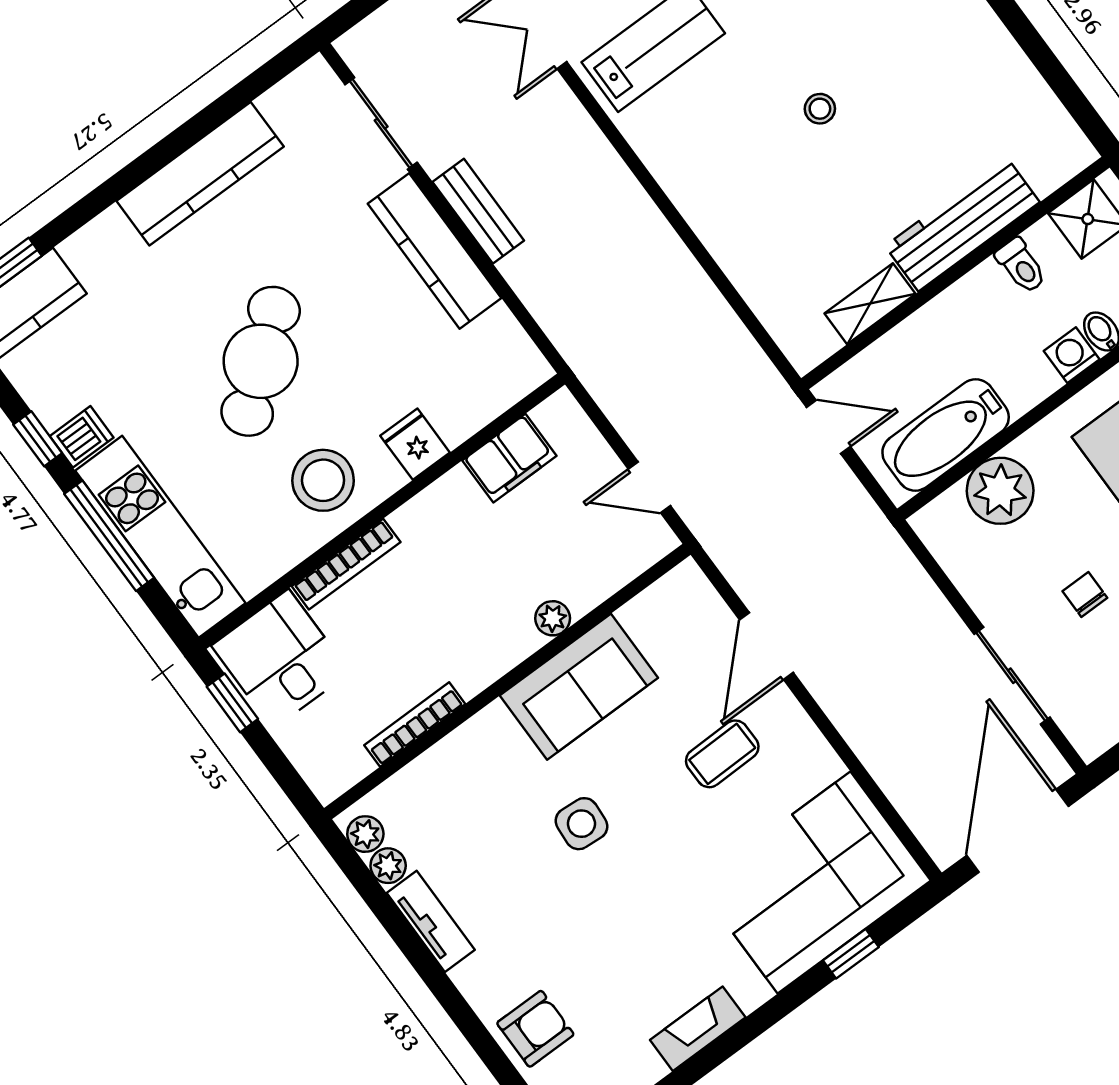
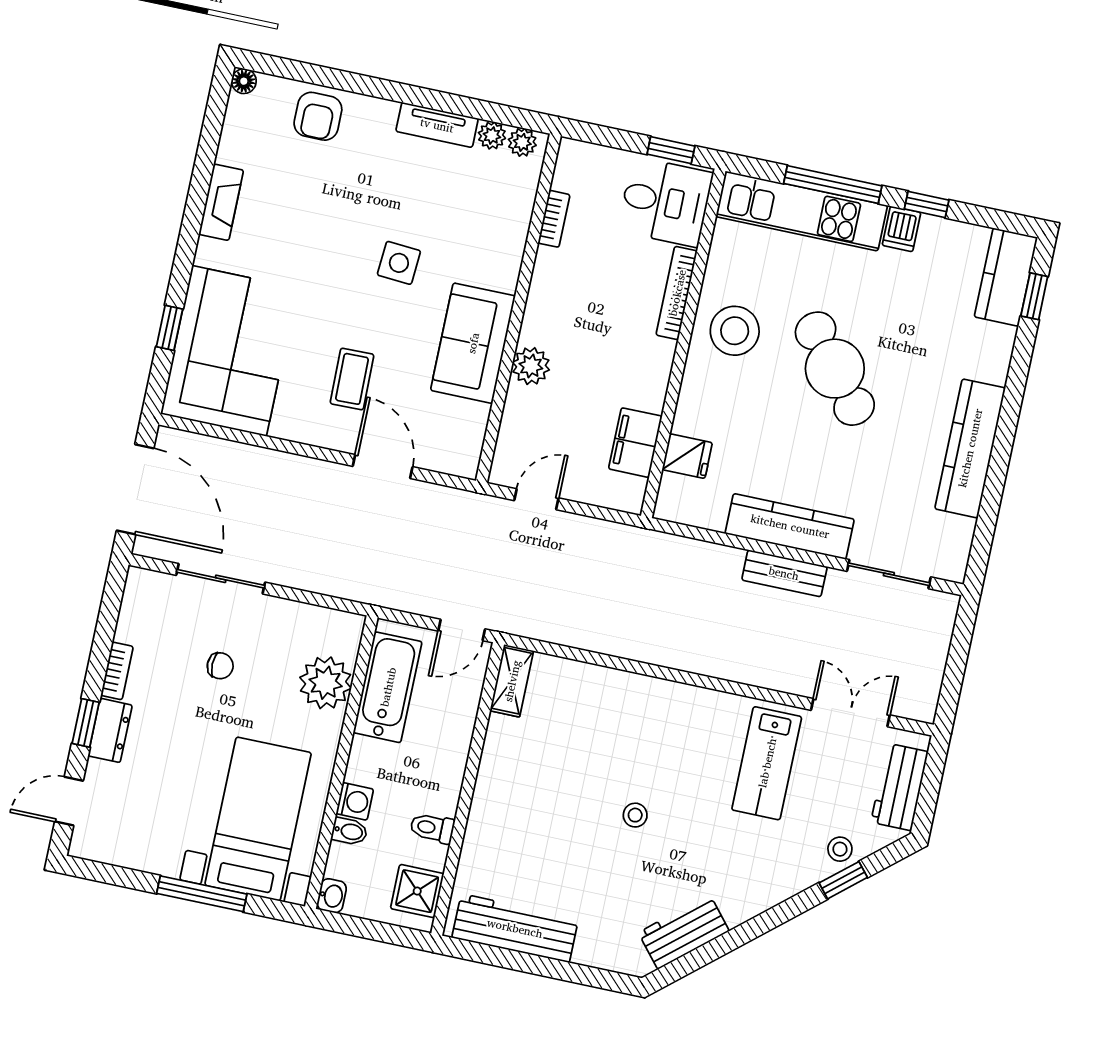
workbench: (962, 224) -> (515, 928), moved, turned -90
shelving: (870, 304) -> (512, 681), moved
fridge: (415, 444) -> (687, 456), moved
plant: (553, 618) -> (531, 366), width x1.38, depth x1.38
bookcase: (415, 725) -> (554, 219), width x0.64

